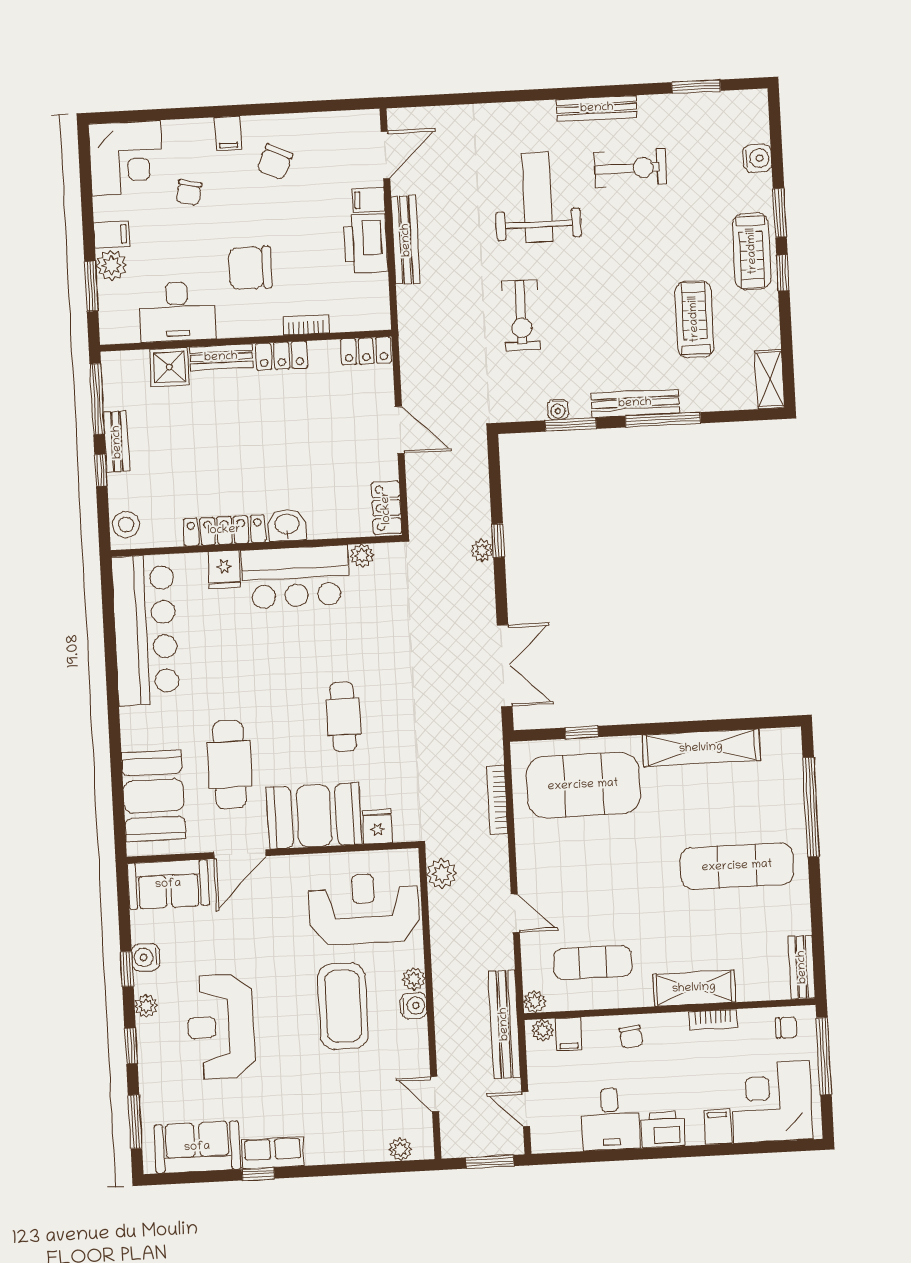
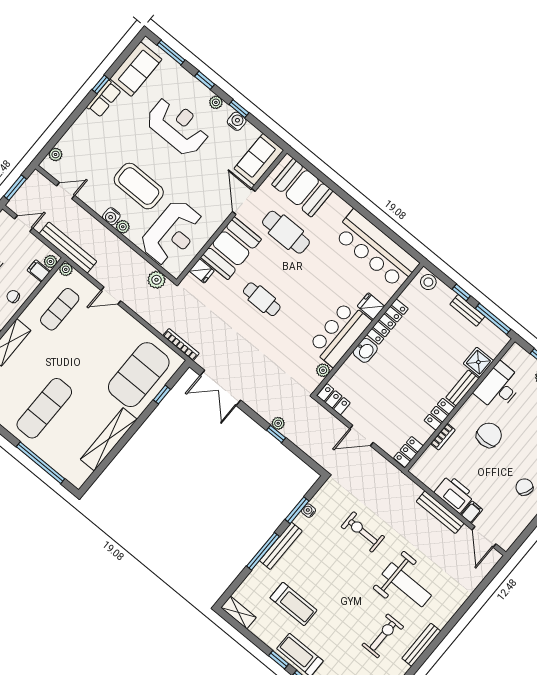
exercise bike: (630, 168) -> (383, 636), turned 180
bookcase: (497, 800) -> (181, 345), moved

